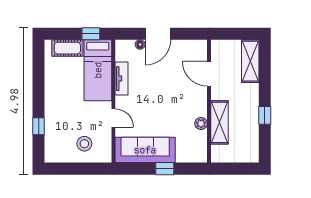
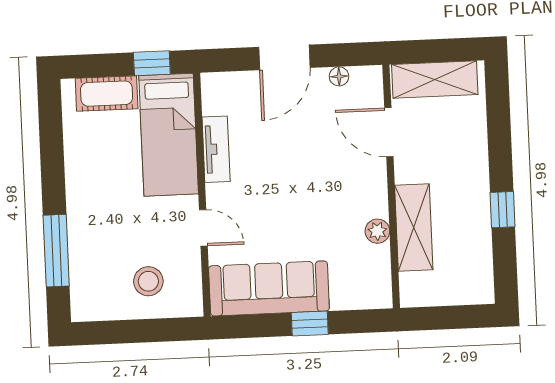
floor lamp: (140, 45) -> (339, 76), moved
shelving: (250, 61) -> (435, 80), moved, turned 90
window: (39, 126) -> (56, 251), width x2.17

